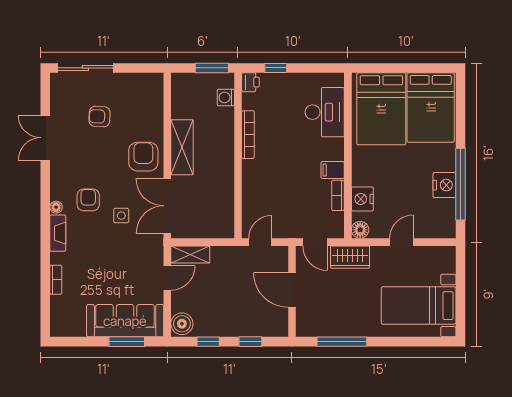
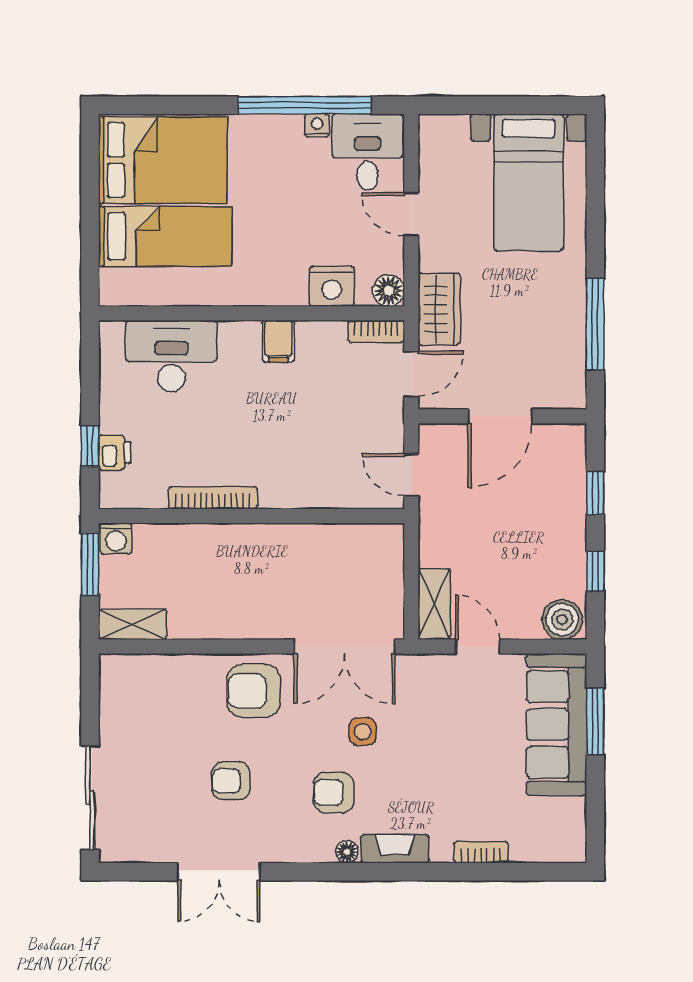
printer: (250, 82) -> (115, 453), moved, turned 90
washing machine: (226, 97) -> (116, 538), moved
bed: (381, 109) -> (165, 236), width x0.67
armchair: (99, 117) -> (231, 781), moved, turned 87
shelving: (182, 147) -> (133, 624), moved, width x0.67, depth x0.75
nightstand: (445, 185) -> (317, 125), width x0.53, depth x0.56
bookcase: (338, 195) -> (376, 331), moved
desk: (435, 218) -> (367, 152), added

